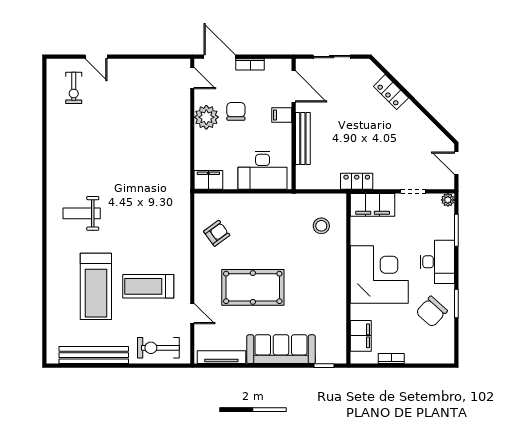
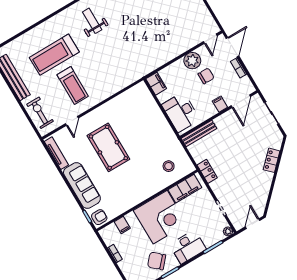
bench: (303, 139) -> (199, 133), moved
filing cabinet: (373, 205) -> (185, 189), moved, turned -90
armchair: (217, 233) -> (99, 217), moved, turned -54
treadmill: (148, 286) -> (73, 85), turned 180
filing cabinet: (361, 336) -> (122, 225), width x0.50

